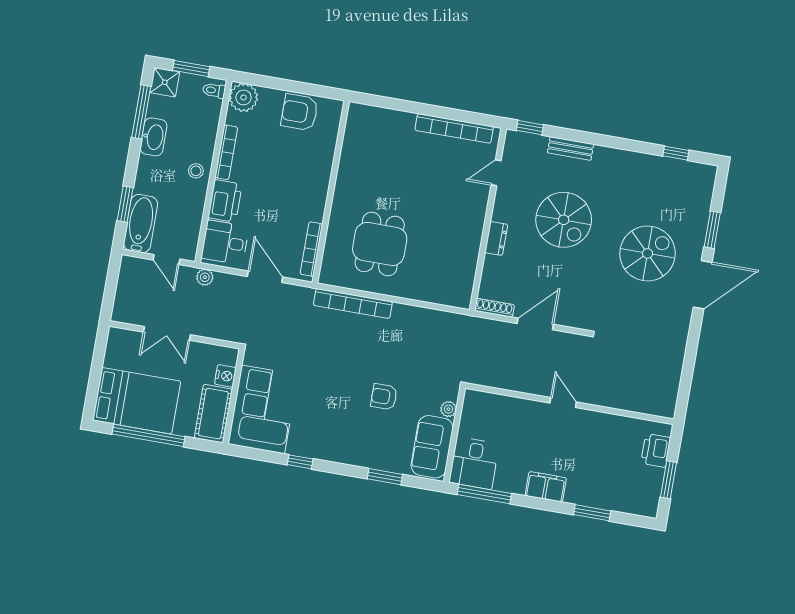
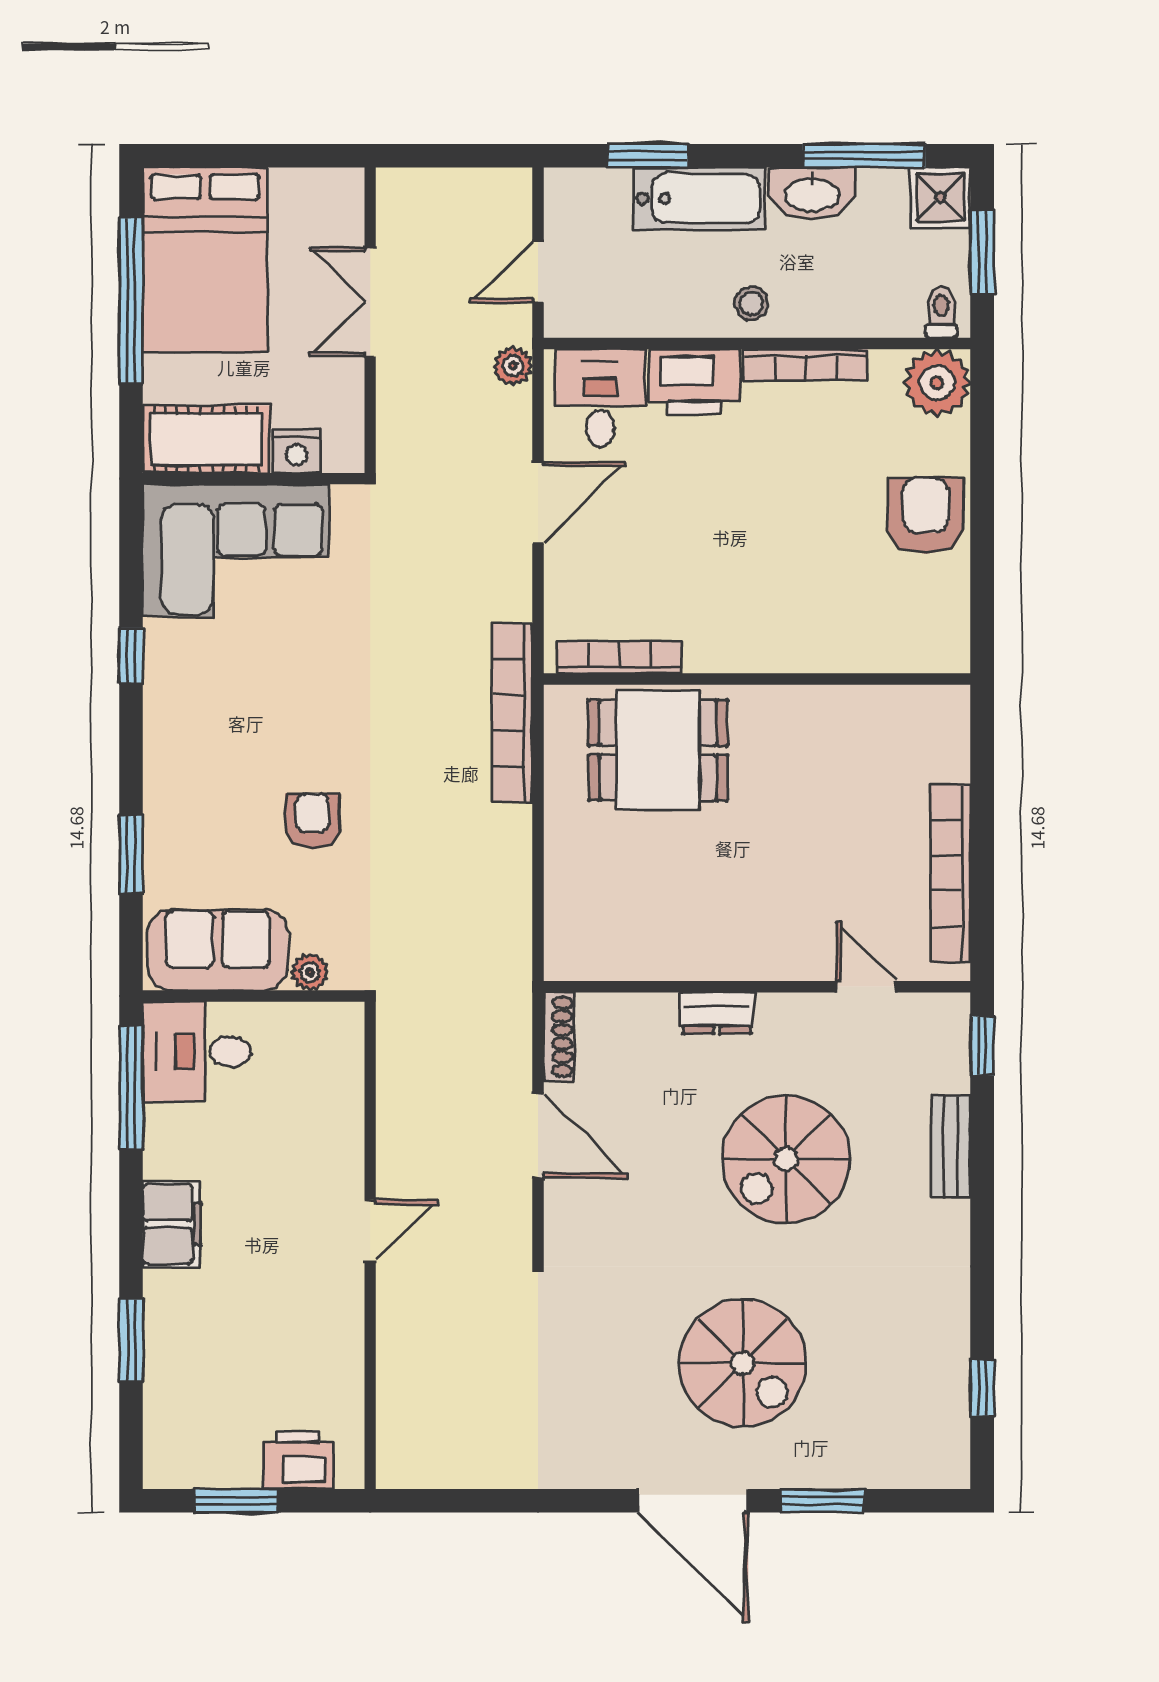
wall: (331, 192) -> (757, 679), moved
bathtub: (141, 224) -> (699, 198), moved
bookcase: (311, 249) -> (619, 658), moved

